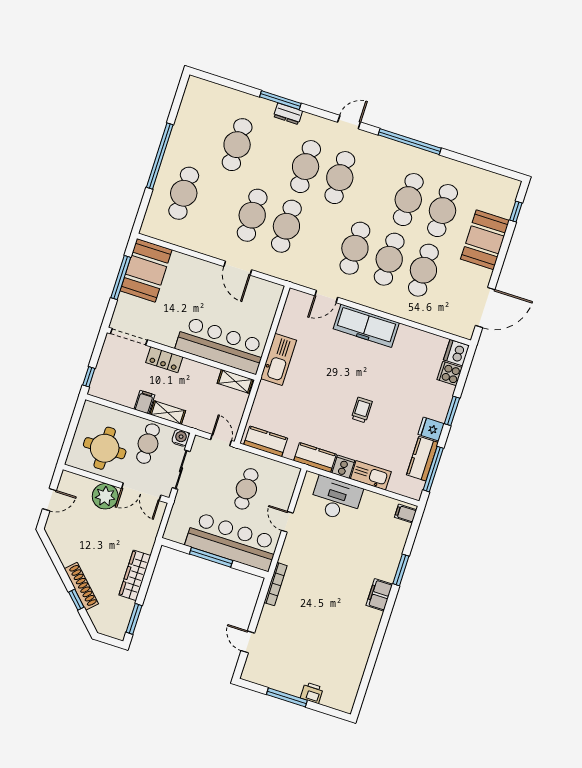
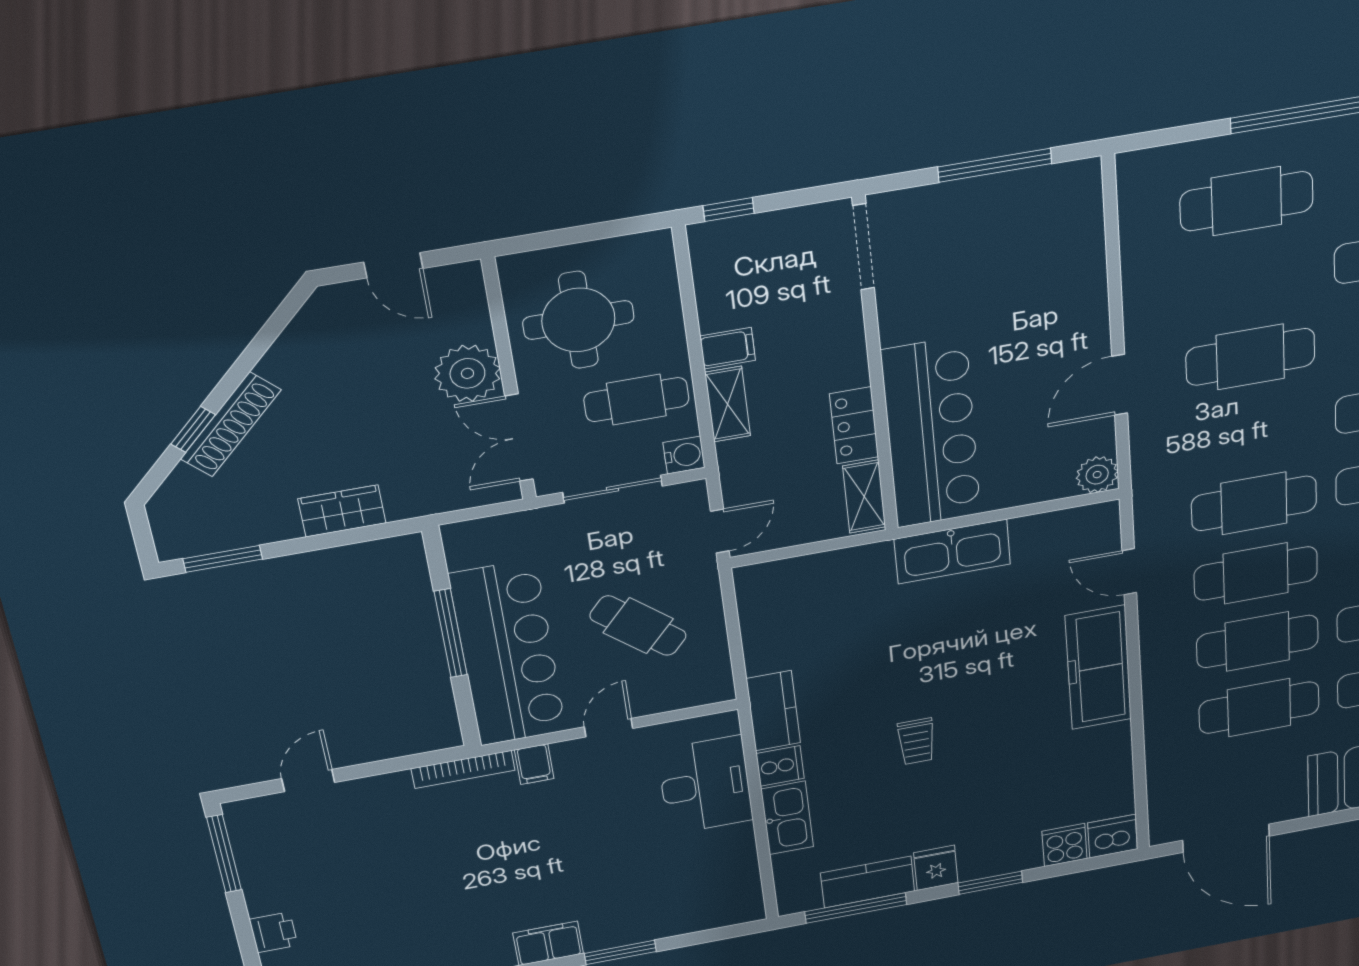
cafe table: (286, 226) -> (1254, 503), moved
booth: (146, 270) -> (1035, 209), removed
plant: (274, 292) -> (1097, 475), added
locker: (164, 360) -> (854, 425), moved
trolley: (362, 410) -> (916, 741), turned 90
kitchen counter: (266, 441) -> (761, 611), removed
cafe table: (246, 489) -> (638, 626), turned 41
filing cabinet: (406, 514) -> (534, 764), moved, turned 180
wardrobe: (135, 575) -> (342, 511), width x0.67
window: (287, 697) -> (224, 854), moved

